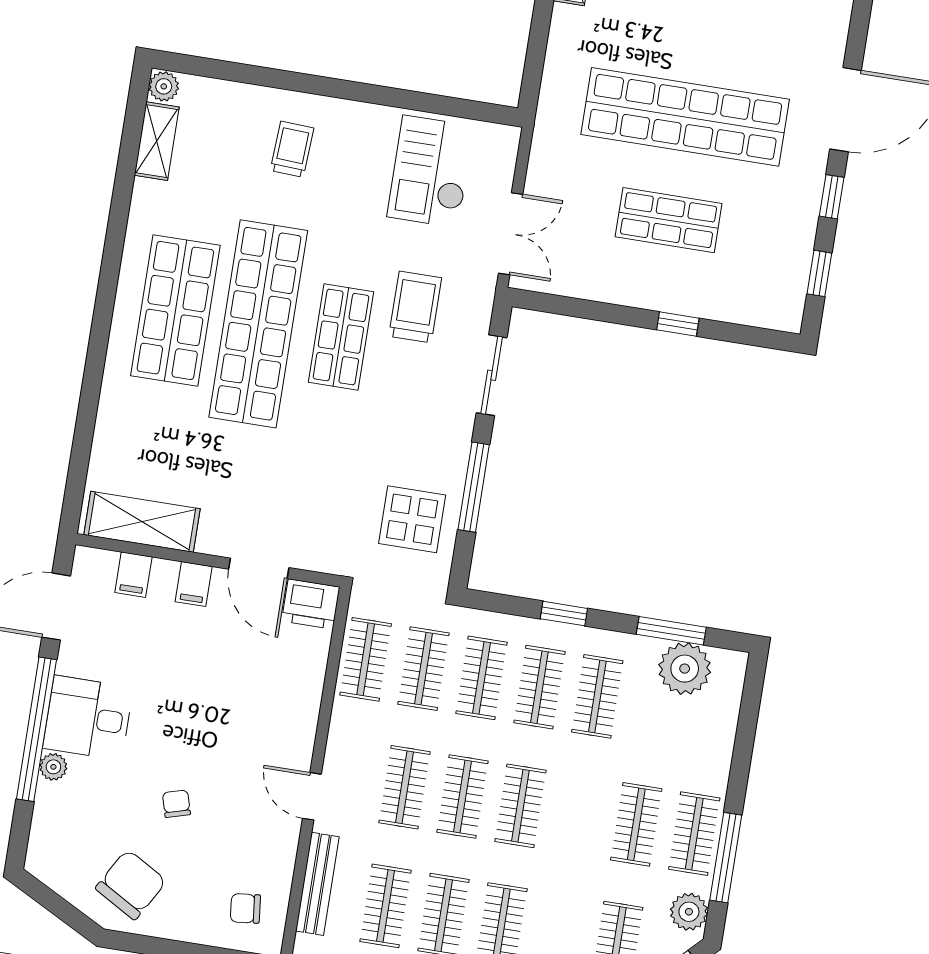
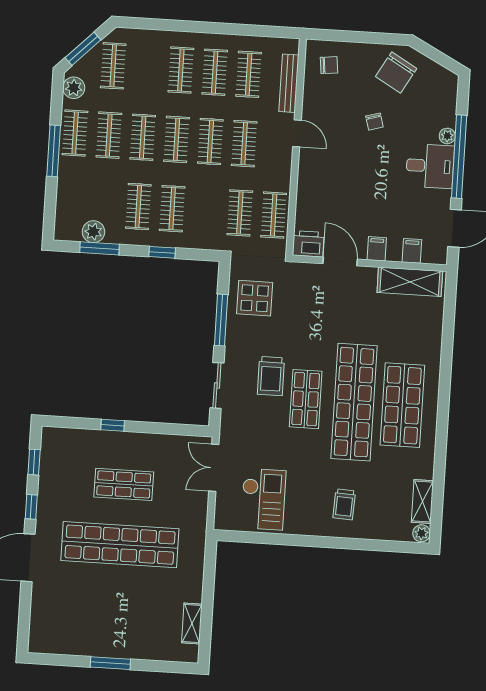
trolley: (415, 307) -> (271, 376), moved
plant: (685, 669) -> (93, 232), width x0.73, depth x0.73
clothes rail: (481, 678) -> (143, 137), moved
window: (726, 858) -> (54, 151), moved

